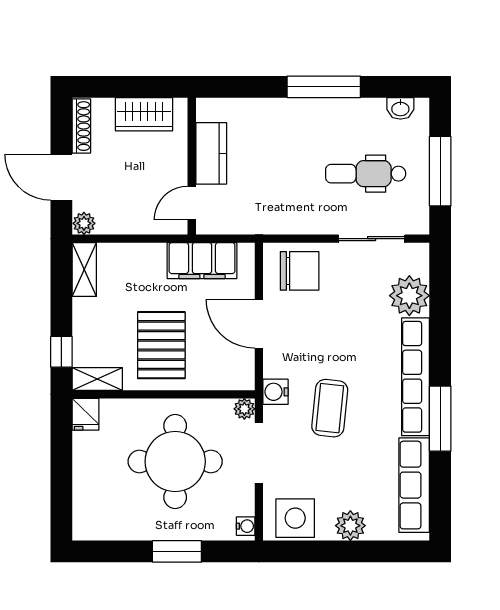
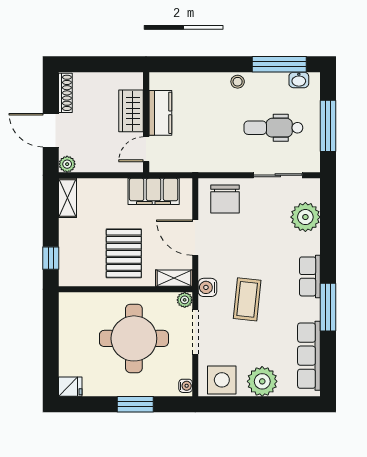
window: (324, 87) -> (279, 64), moved
stool: (317, 111) -> (238, 82), added
wardrobe: (144, 114) -> (131, 111), moved, turned 90
chair: (300, 271) -> (225, 199), turned 90
row of seats: (415, 377) -> (310, 276), width x0.50
shelving: (97, 379) -> (174, 278), moved
fridge: (86, 414) -> (70, 387), moved, turned -90
plant: (350, 526) -> (262, 381), width x1.36, depth x1.36

